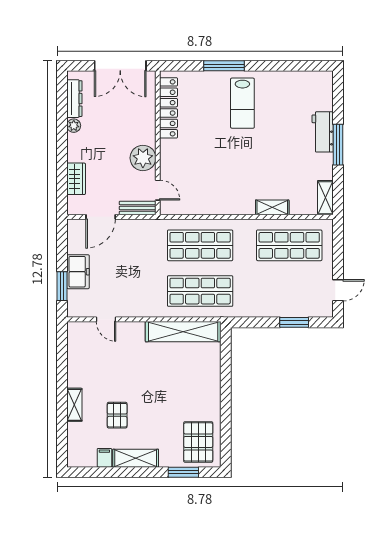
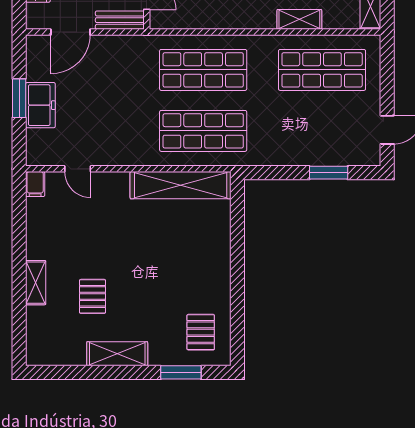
window: (62, 286) -> (19, 98), moved
pallet: (198, 442) -> (201, 332), width x0.67, depth x0.71
filing cabinet: (104, 458) -> (35, 184), moved, turned 180

